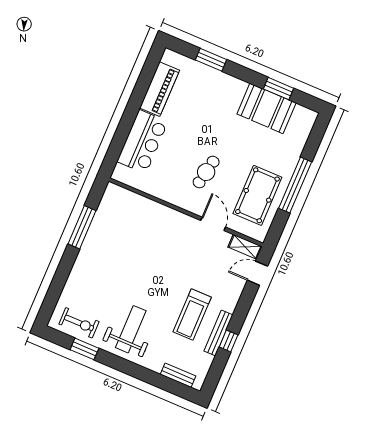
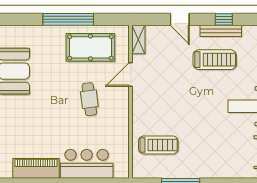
cafe table: (206, 172) -> (89, 99), turned 72
treadmill: (131, 222) -> (158, 145), added
door: (257, 273) -> (180, 19), moved

